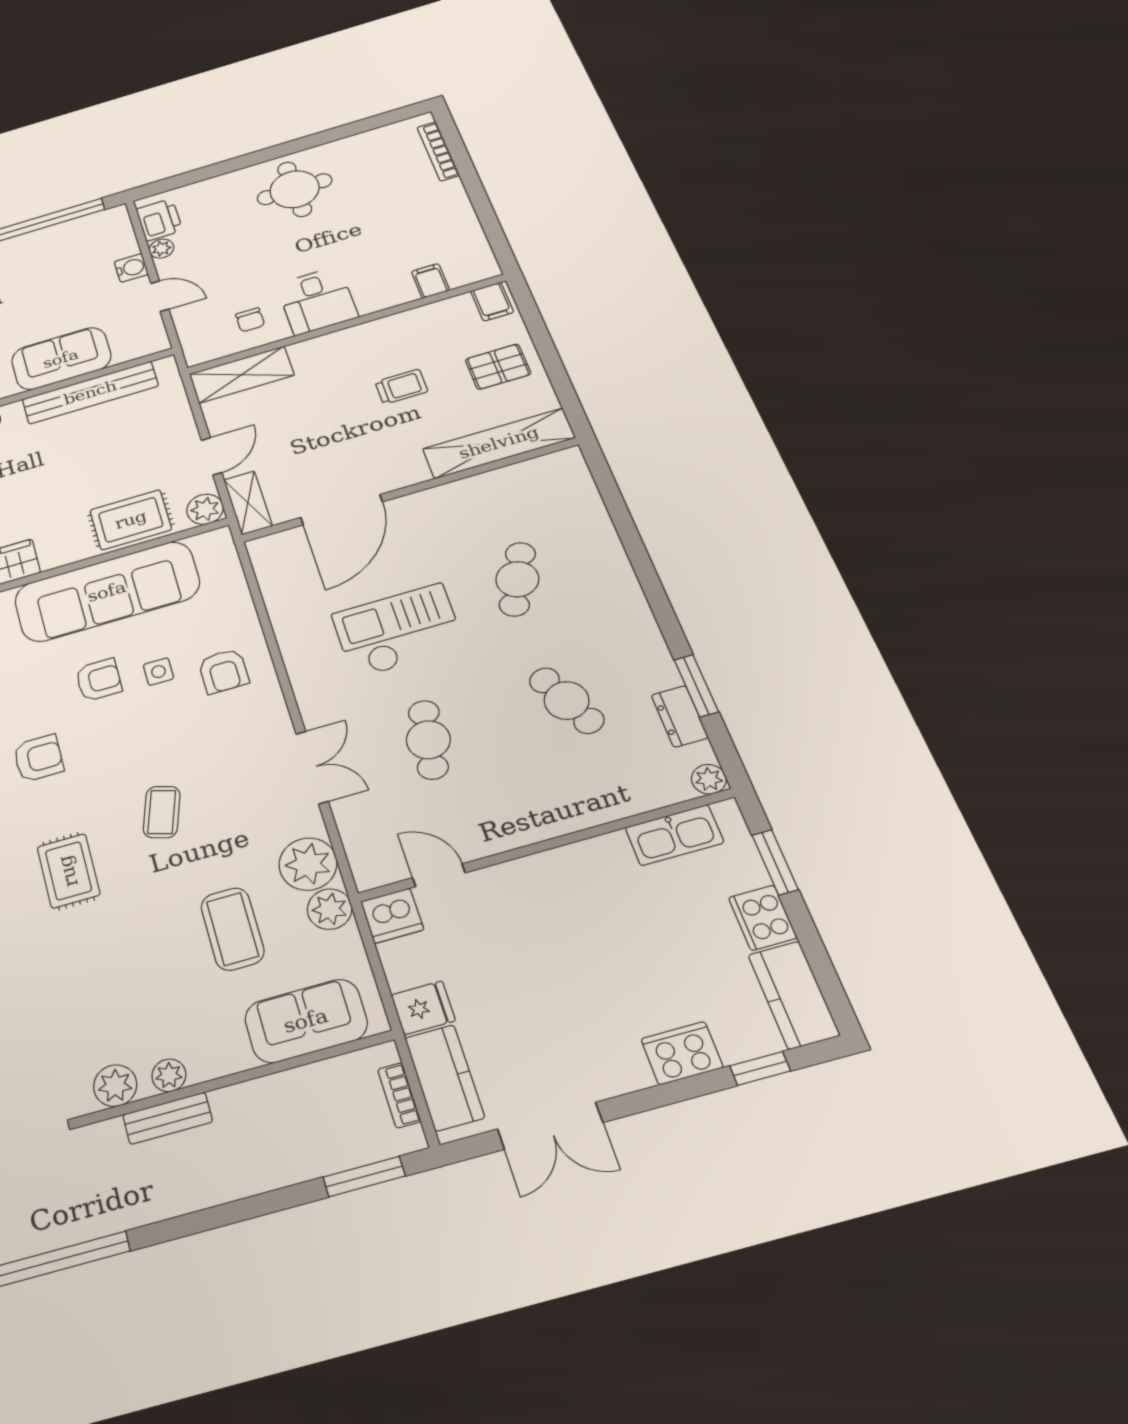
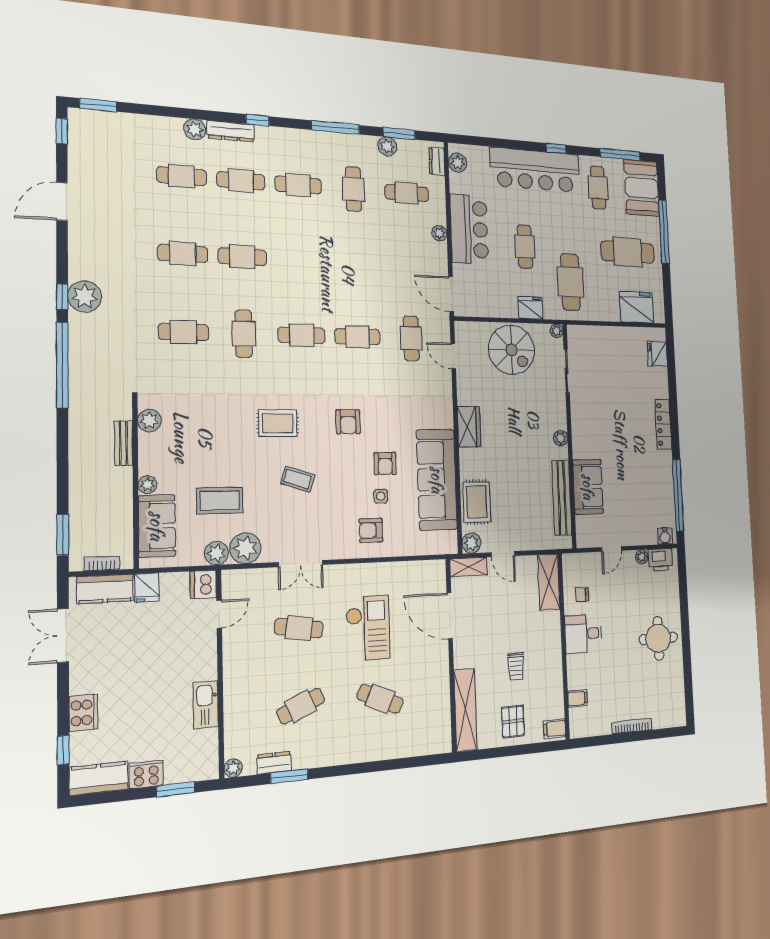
bookcase: (438, 151) -> (632, 726), moved
water cooler: (131, 268) -> (665, 536), moved
kitchen sink: (674, 835) -> (206, 705), moved
plant: (169, 1075) -> (147, 485), moved

